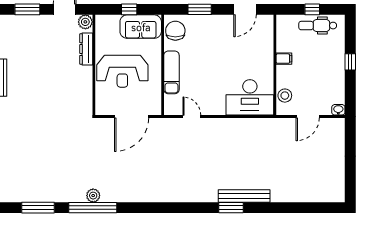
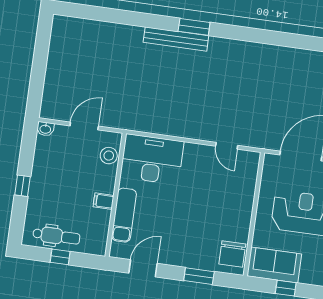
exam couch: (171, 72) -> (124, 215), moved, turned 180

